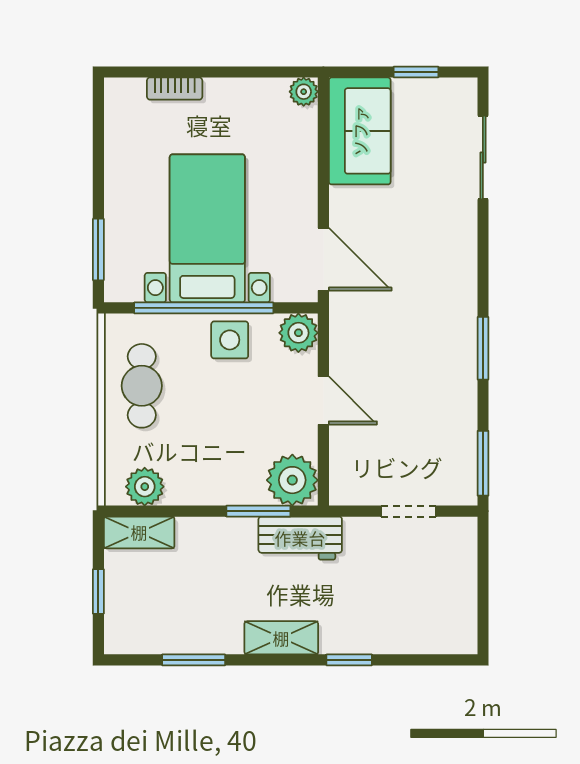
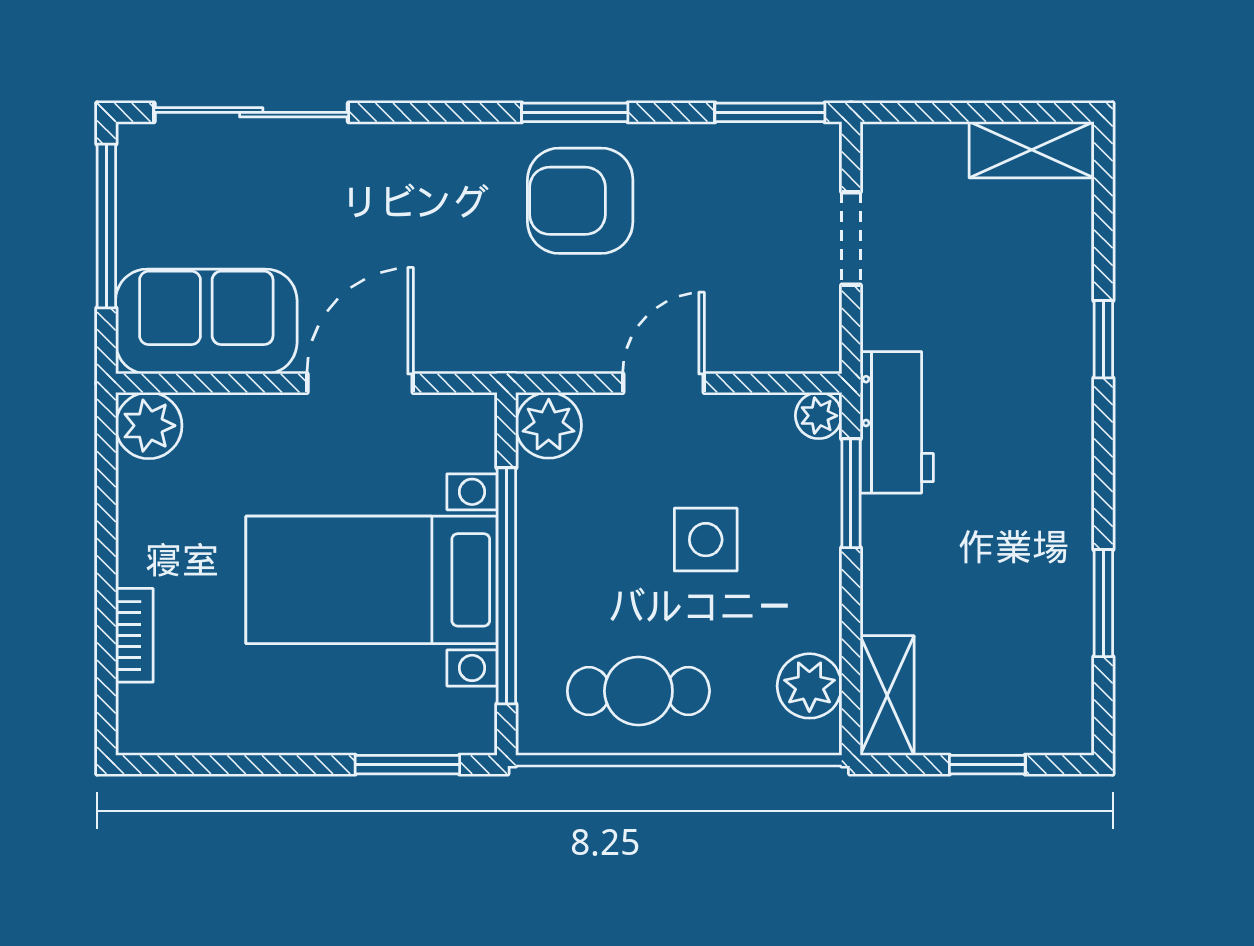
window: (416, 72) -> (106, 226), width x2.17
plant: (304, 92) -> (149, 426), width x1.38, depth x1.38
sliding door: (483, 157) -> (251, 112), width x1.37
door: (323, 259) -> (360, 383), moved
side table: (230, 340) -> (706, 540), moved
armchair: (431, 351) -> (580, 201), added
plant: (292, 480) -> (819, 416), width x0.53, depth x0.53
shelving: (281, 638) -> (1032, 150), moved, turned 90

